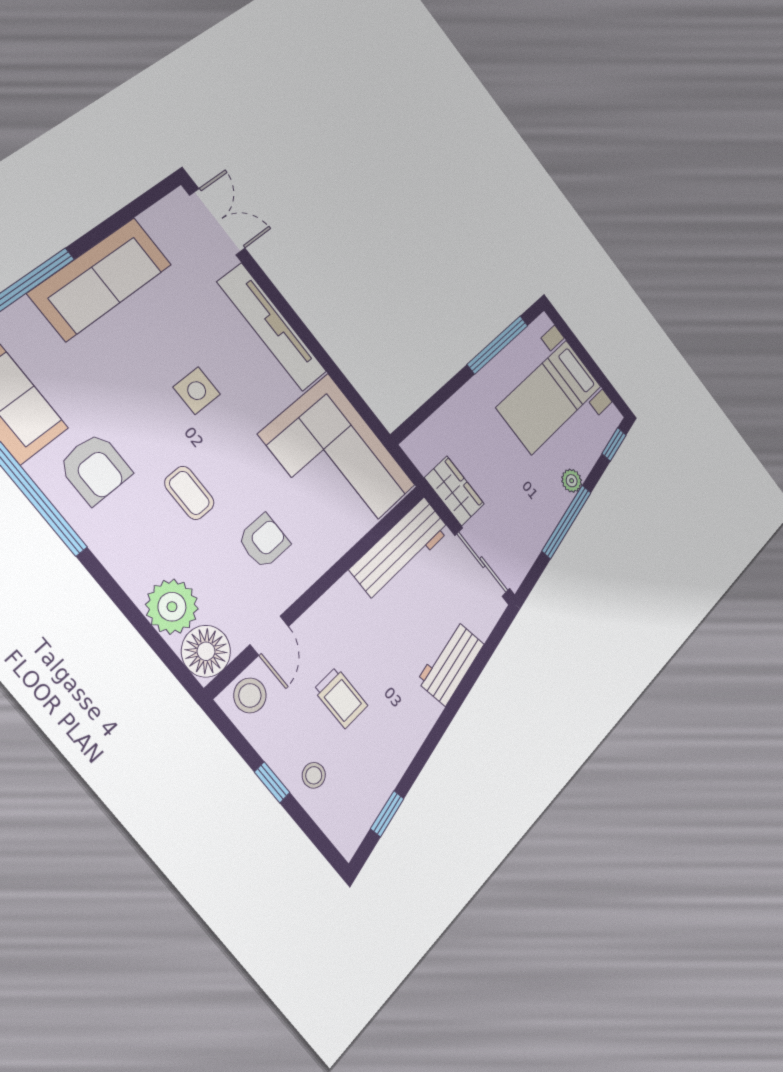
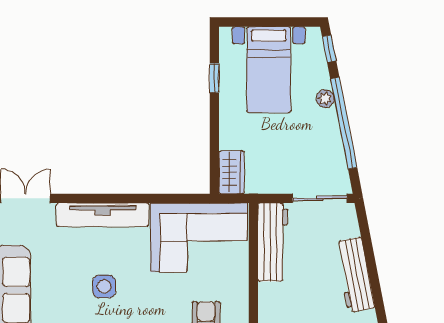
window: (498, 345) -> (214, 78), width x0.46
wardrobe: (454, 491) -> (231, 172), moved, turned 90
window: (567, 522) -> (344, 123), width x1.46
workbench: (451, 663) -> (355, 275), width x1.38

